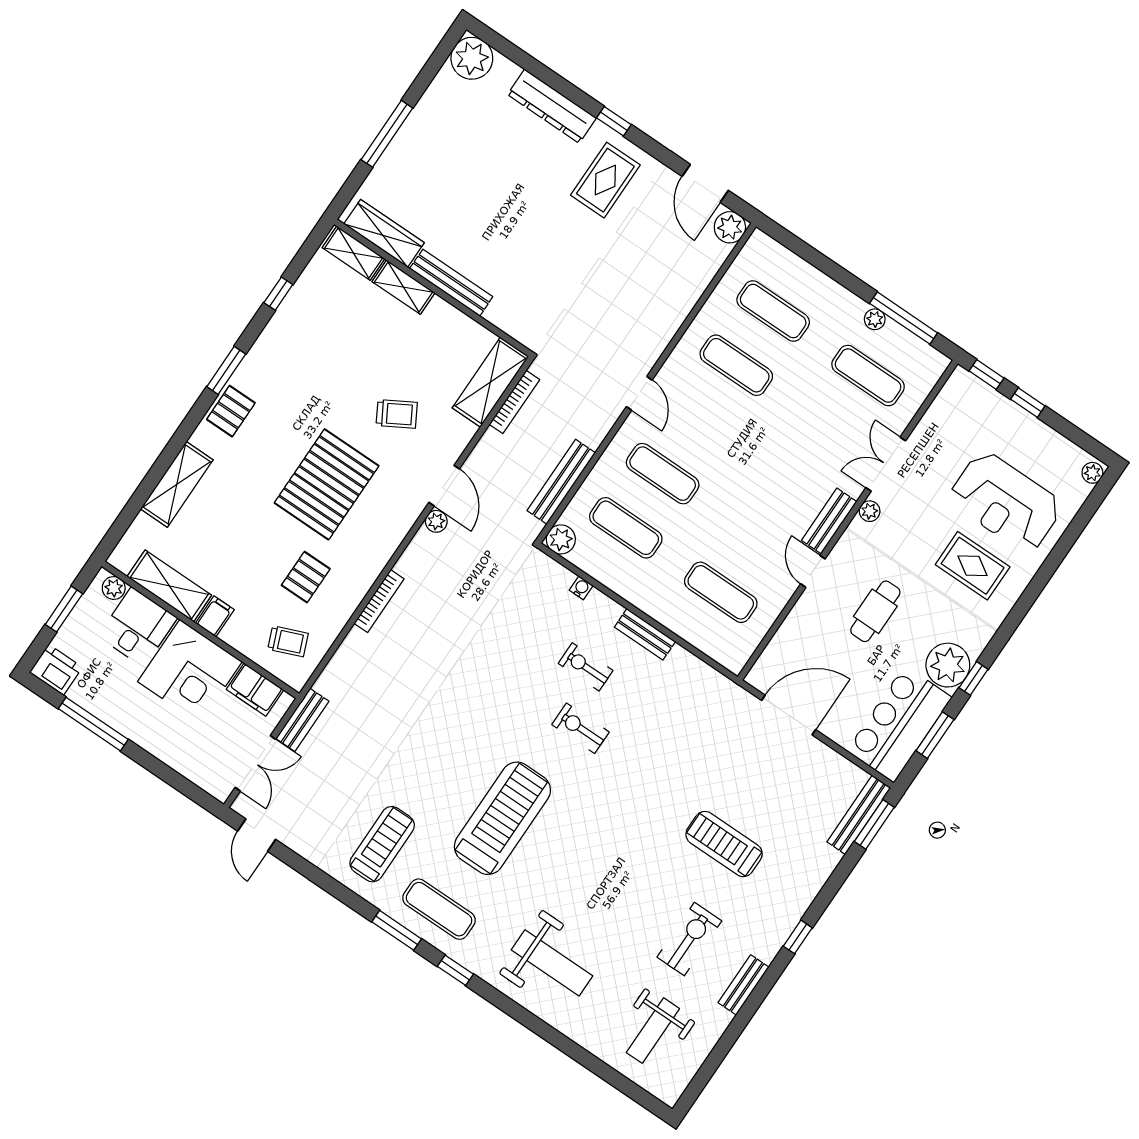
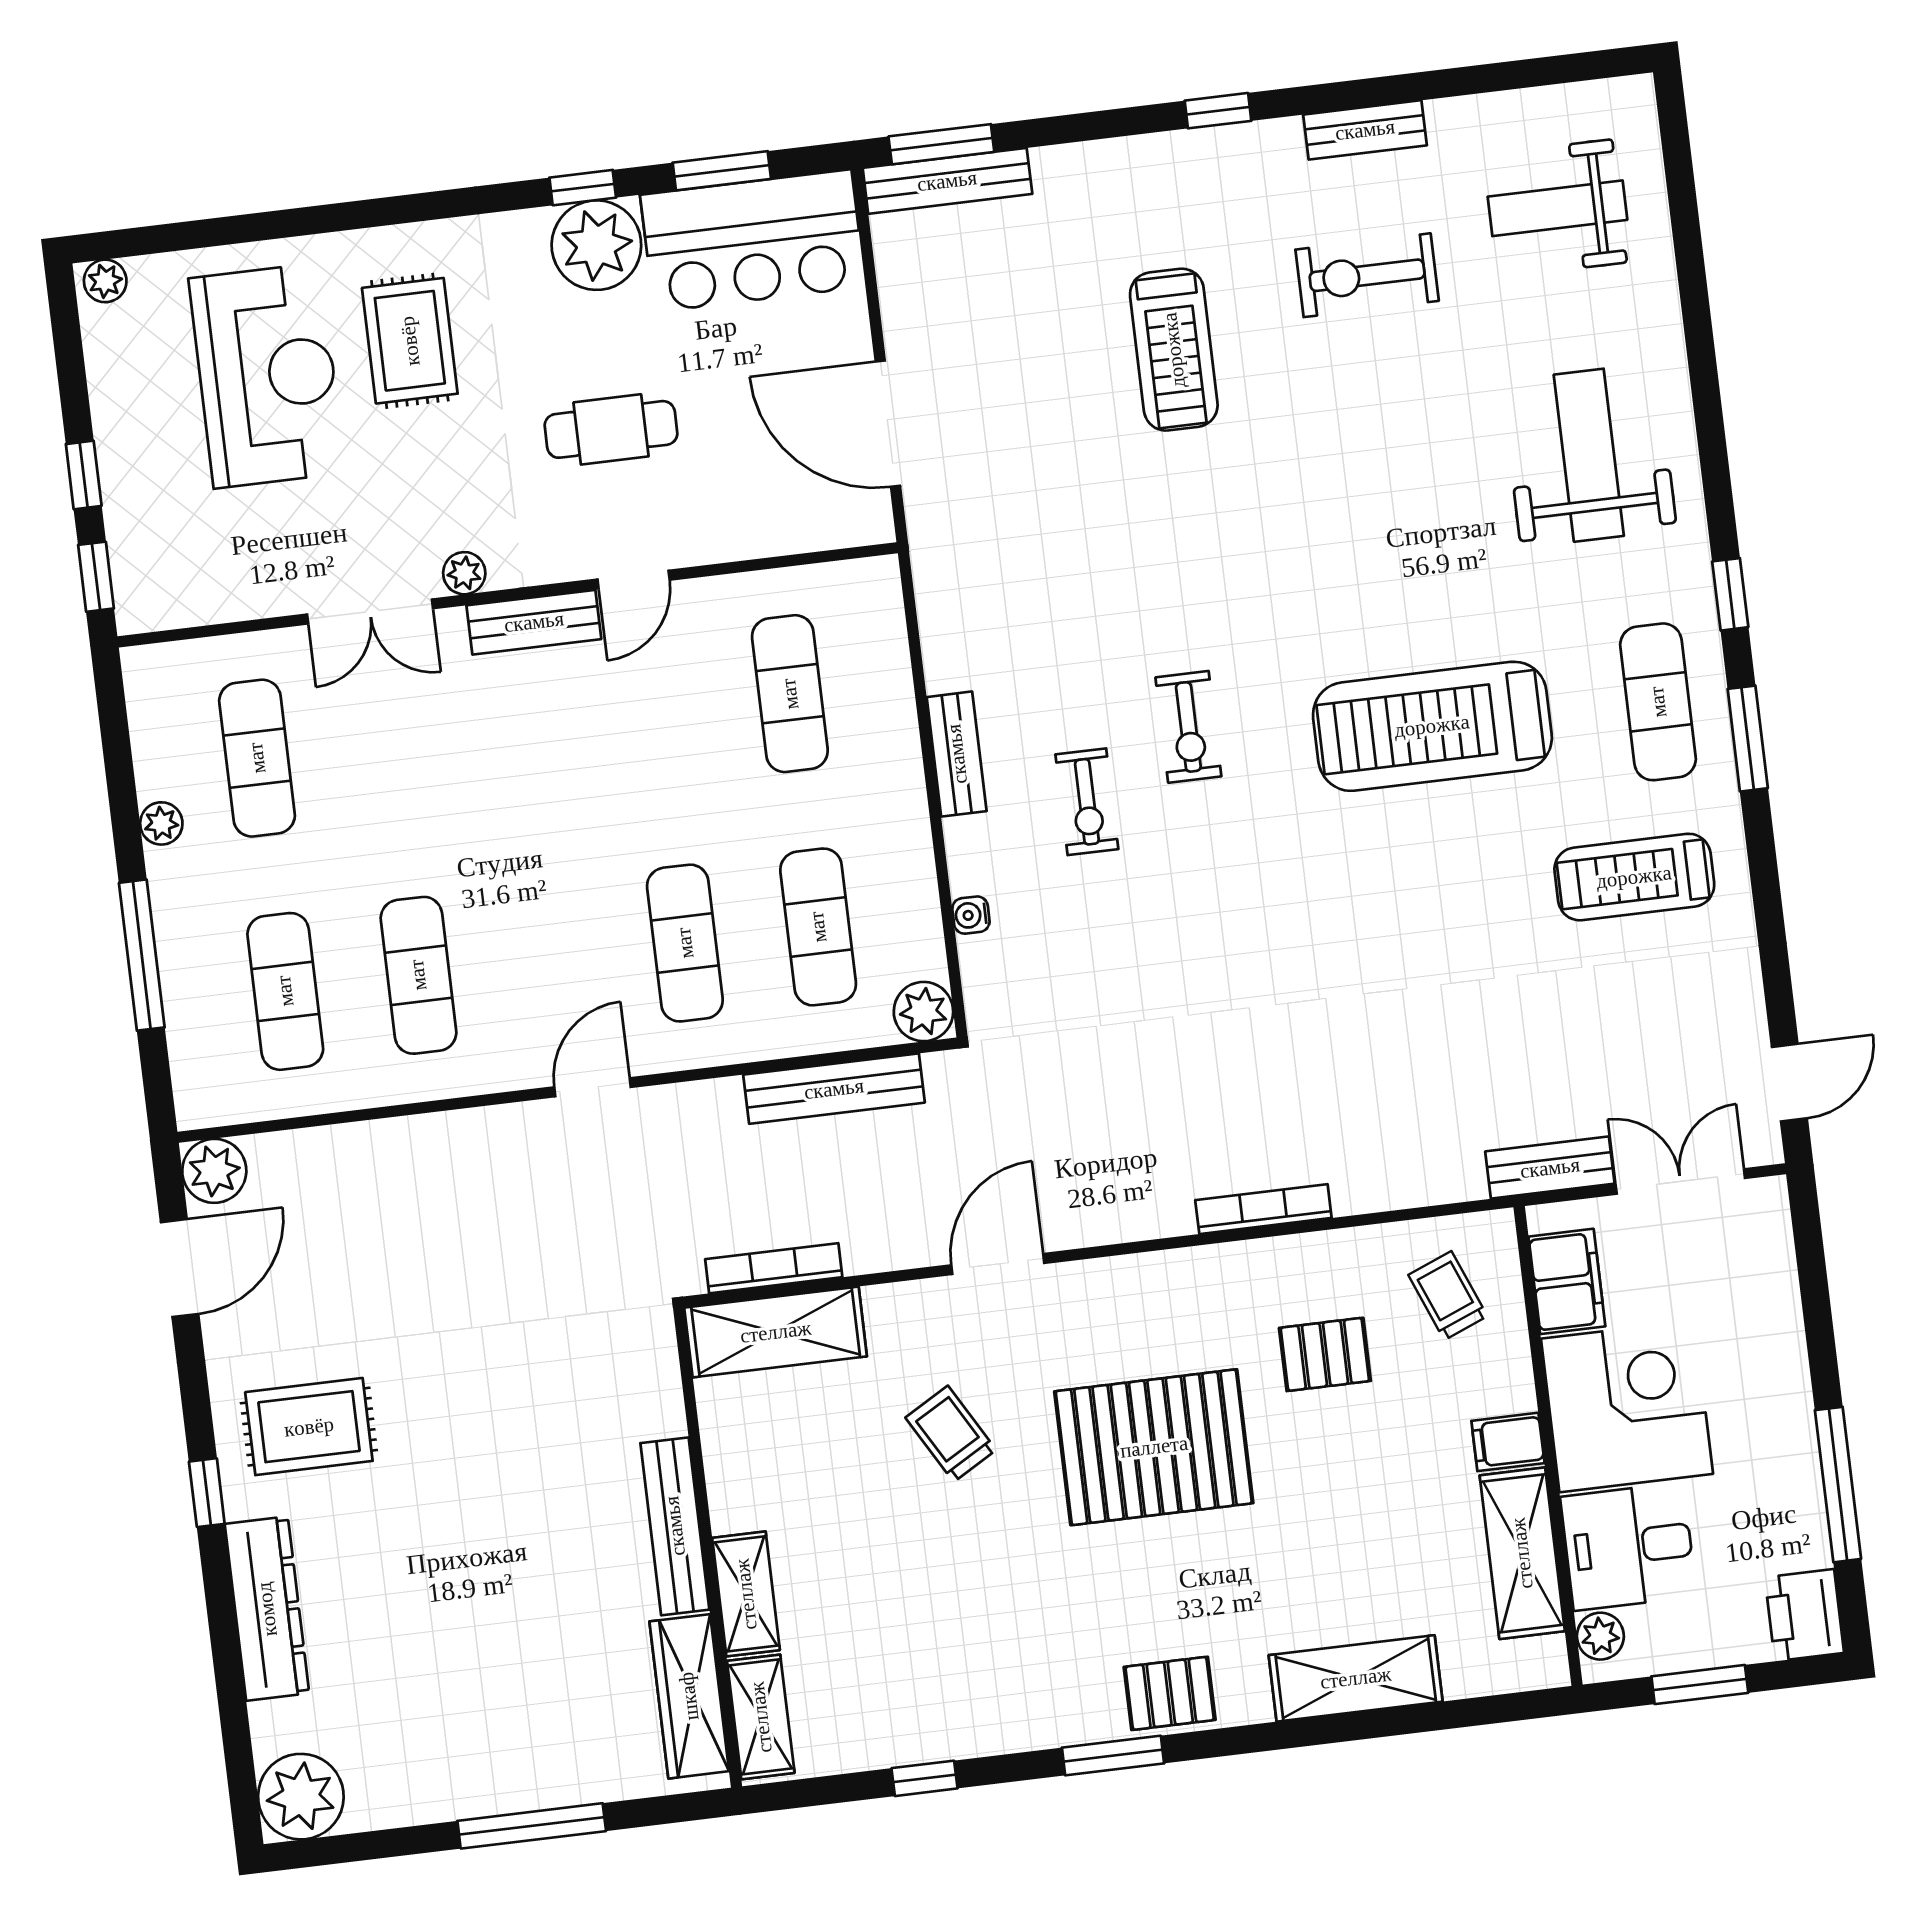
window: (904, 318) -> (142, 955), moved
plant: (436, 521) -> (1063, 1228), removed
weight bench: (653, 1031) -> (1557, 208), turned 180

